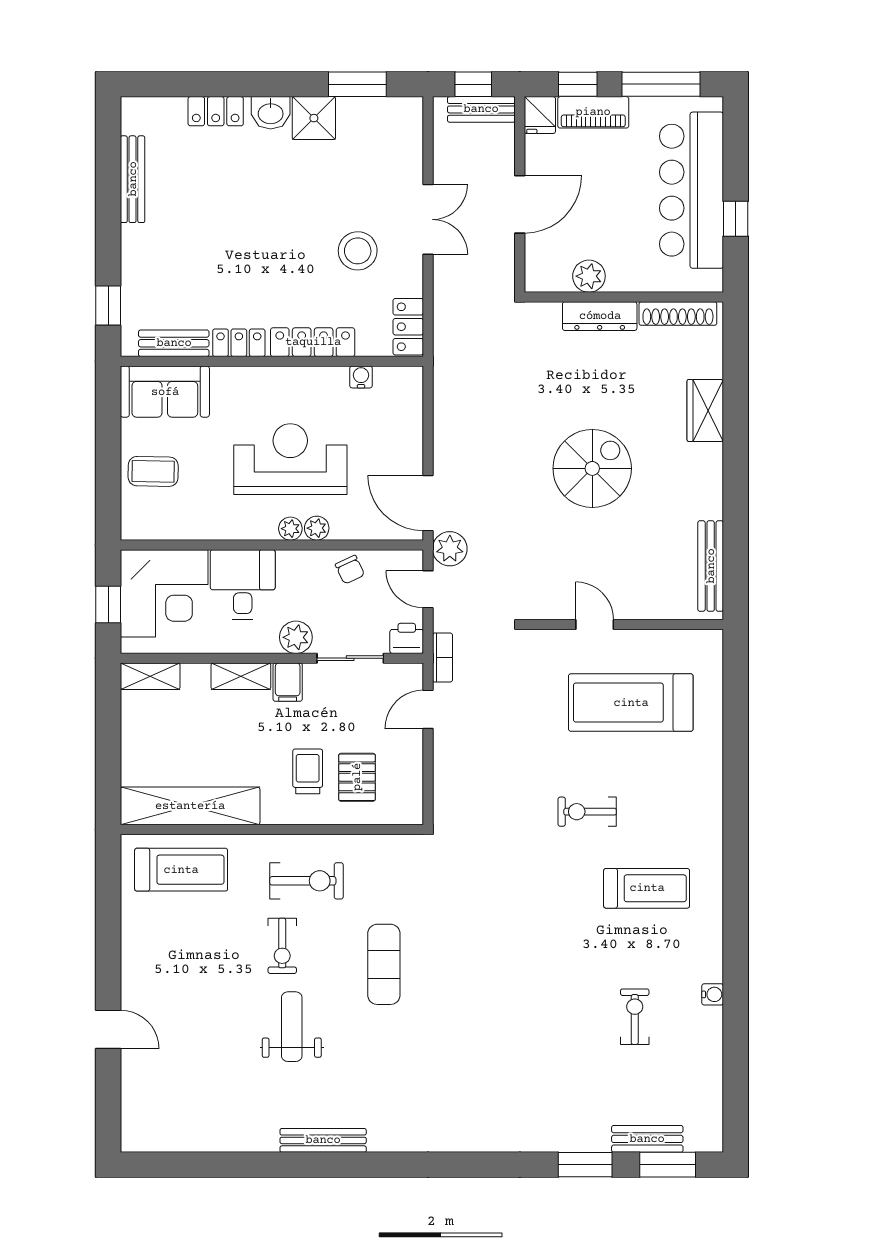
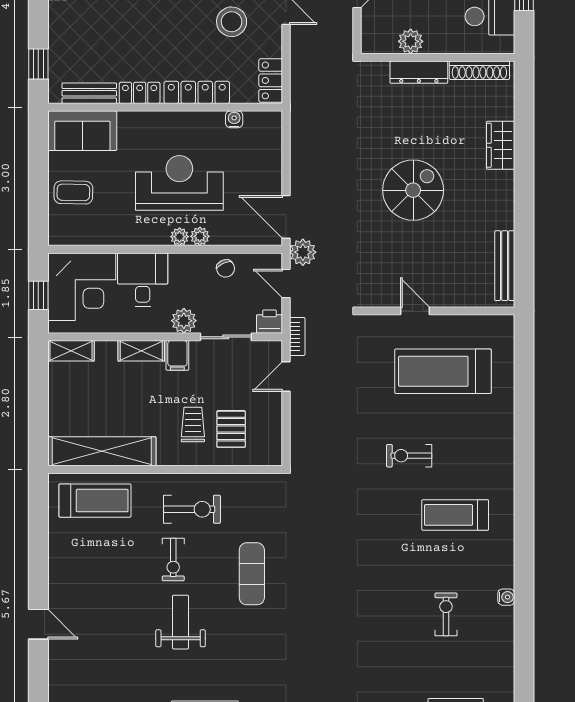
treadmill: (647, 888) -> (455, 515), turned 180

